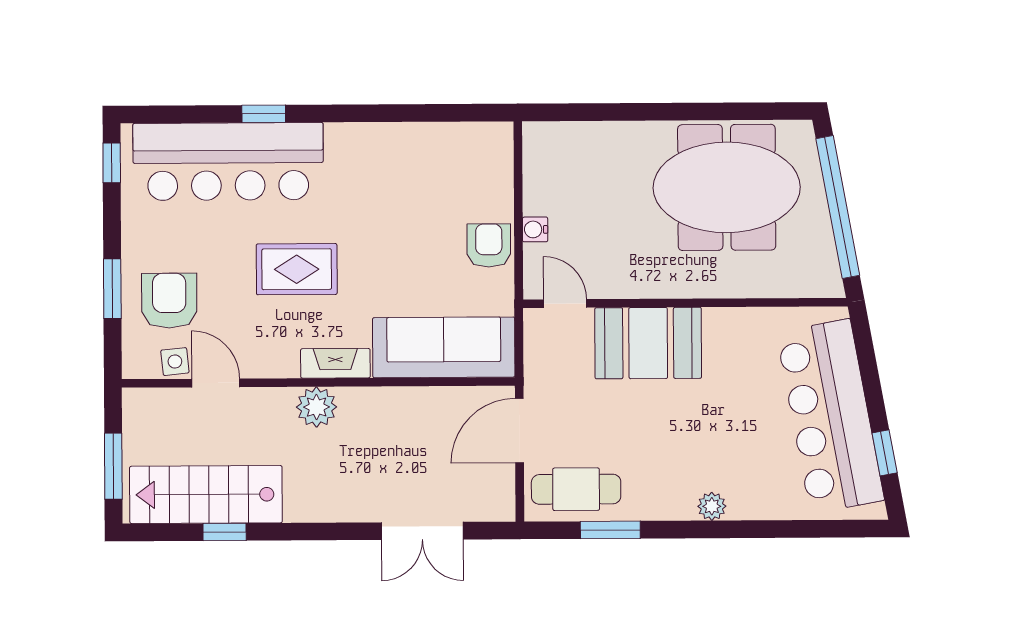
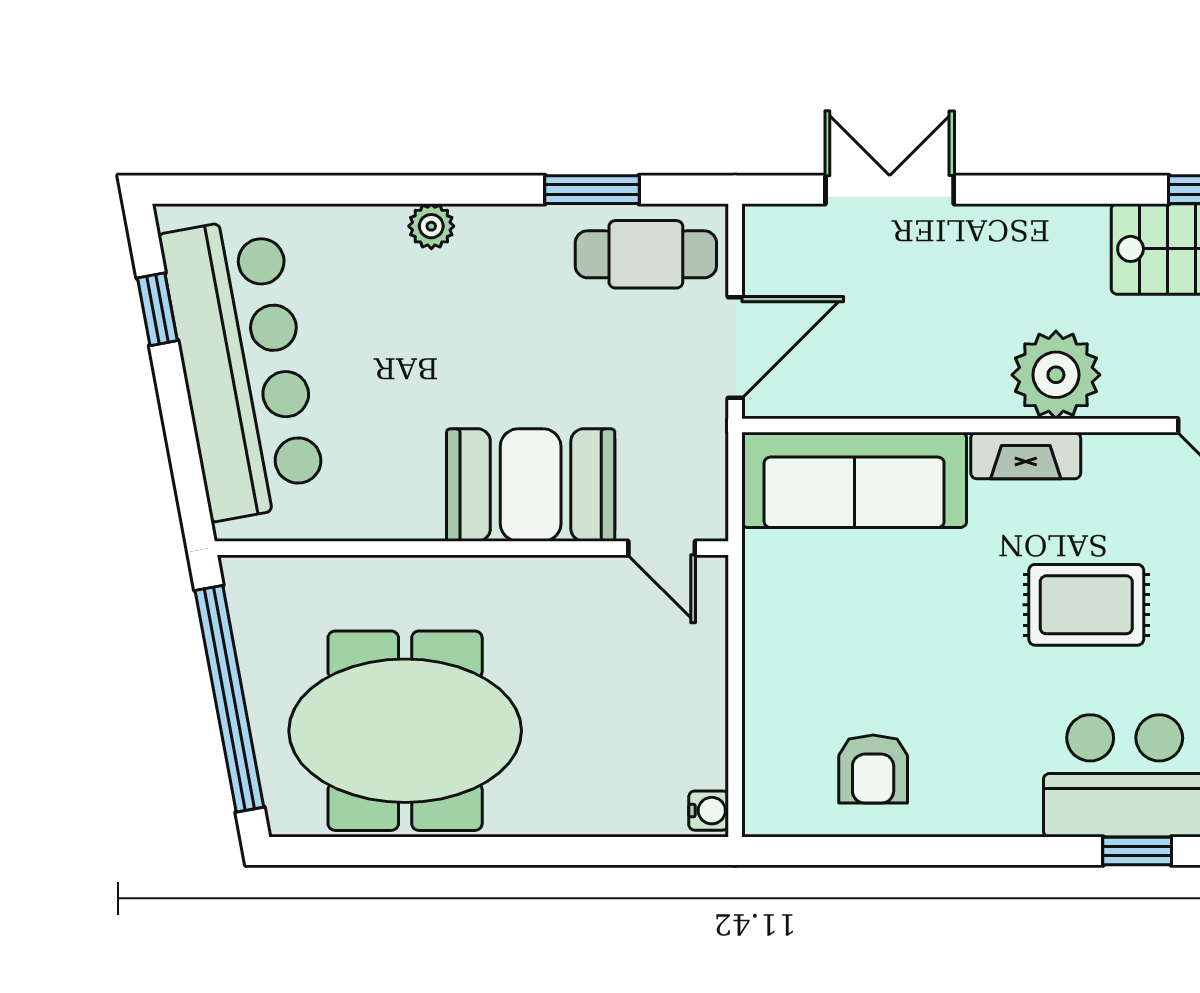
water cooler: (535, 229) -> (709, 811), moved
armchair: (489, 245) -> (873, 769), moved
plant: (317, 407) -> (1056, 375), width x1.36, depth x1.36

